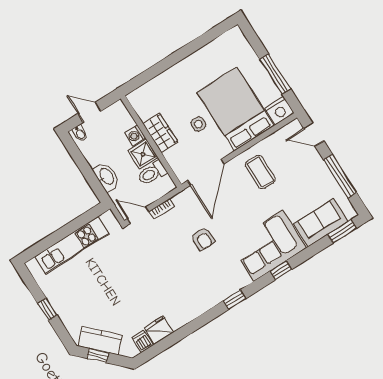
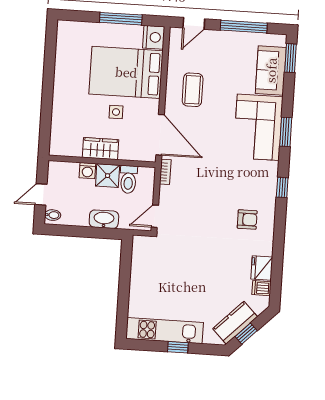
coffee table: (260, 172) -> (193, 90), turned 90
bookcase: (162, 209) -> (165, 172), moved
armchair: (203, 239) -> (247, 220), moved
kitchen unit: (72, 245) -> (165, 331), moved, turned -90
window: (281, 270) -> (286, 132), width x1.50

